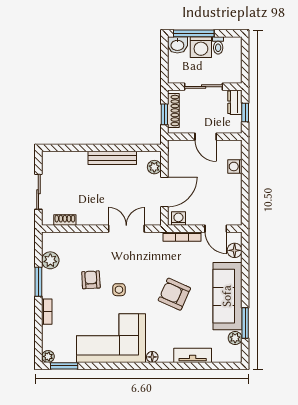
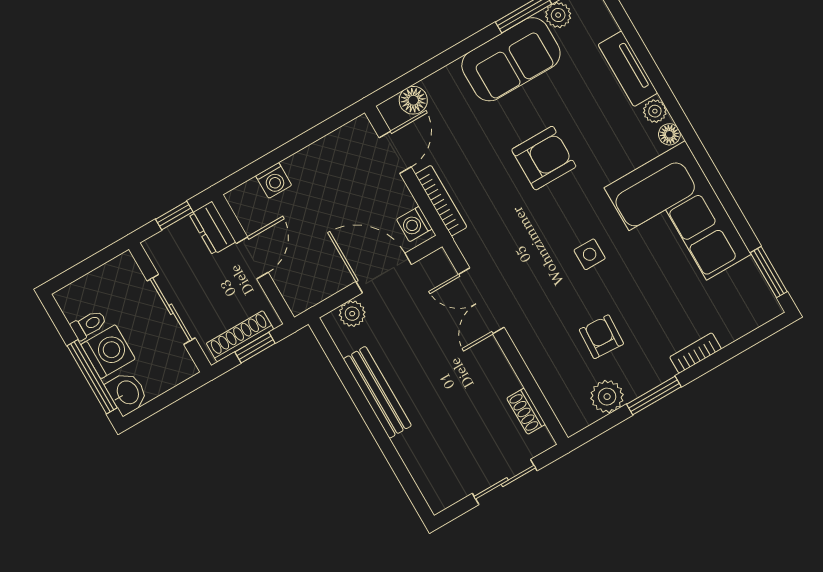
dresser: (235, 102) -> (212, 228), moved, turned 90
armchair: (91, 280) -> (601, 337), moved, turned 96
armchair: (174, 294) -> (544, 158), turned -114
sofa: (227, 296) -> (511, 59), width x0.73
plant: (48, 356) -> (655, 111), moved

